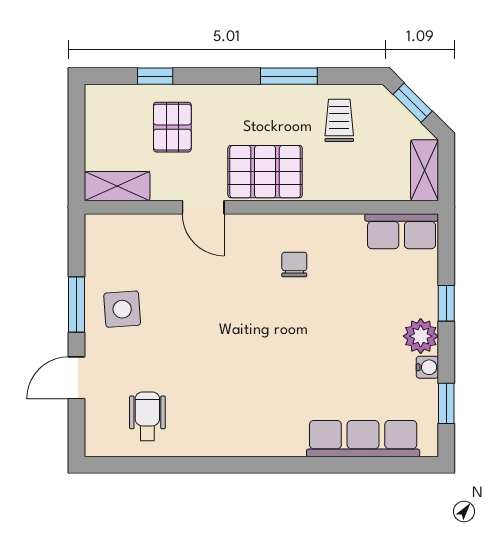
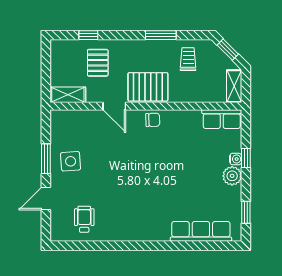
chair: (294, 264) -> (153, 120), moved, turned 88
water cooler: (427, 367) -> (236, 159), moved

